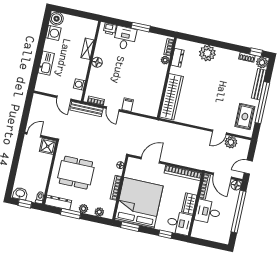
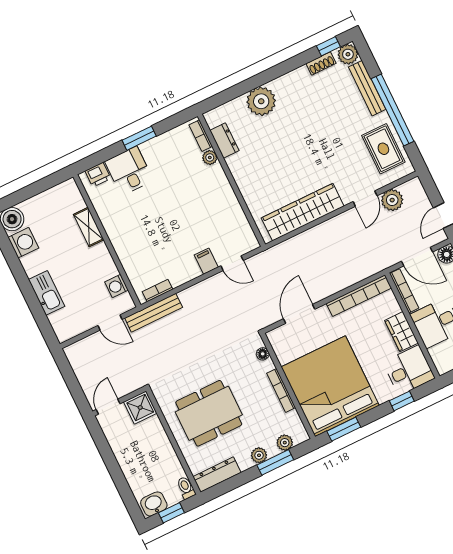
floor lamp: (97, 62) -> (117, 235), removed
wardrobe: (171, 97) -> (303, 212), moved, turned -90
door: (113, 109) -> (232, 263), moved
window: (71, 214) -> (275, 462), moved

